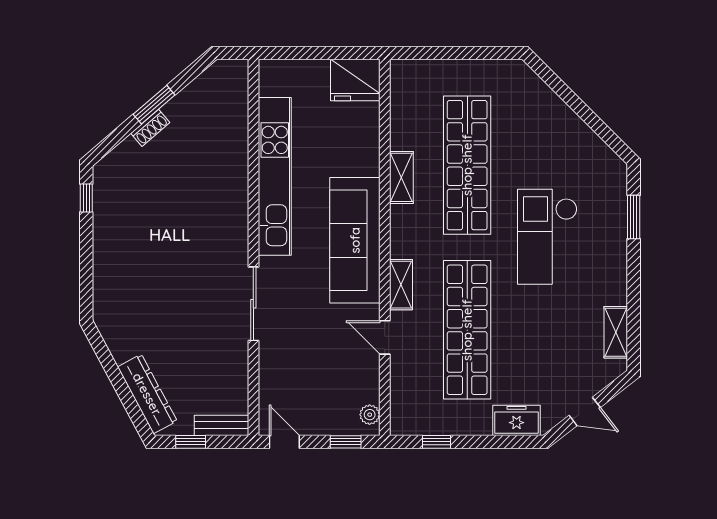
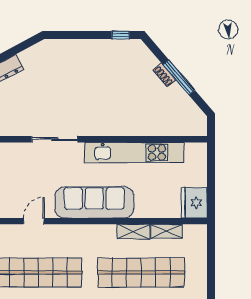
window: (154, 105) -> (179, 77), width x1.44
shelving: (401, 285) -> (167, 231), moved

